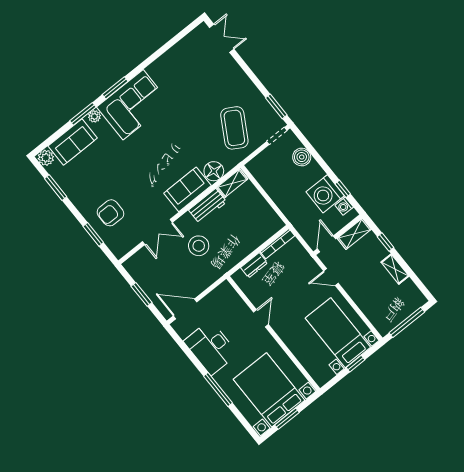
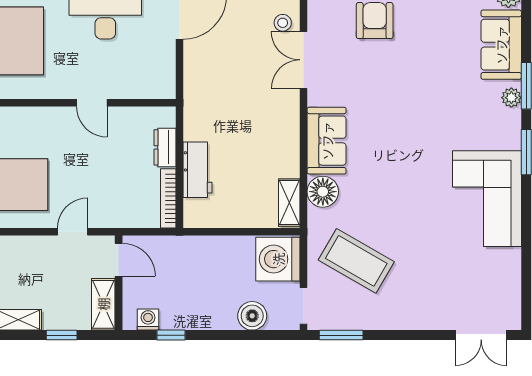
corner sofa: (133, 105) -> (487, 199), moved
washing machine: (325, 194) -> (278, 259), moved, turned -90
workbench: (208, 206) -> (198, 170), moved, turned 180
stool: (199, 246) -> (283, 23), moved, width x0.53, depth x0.53

